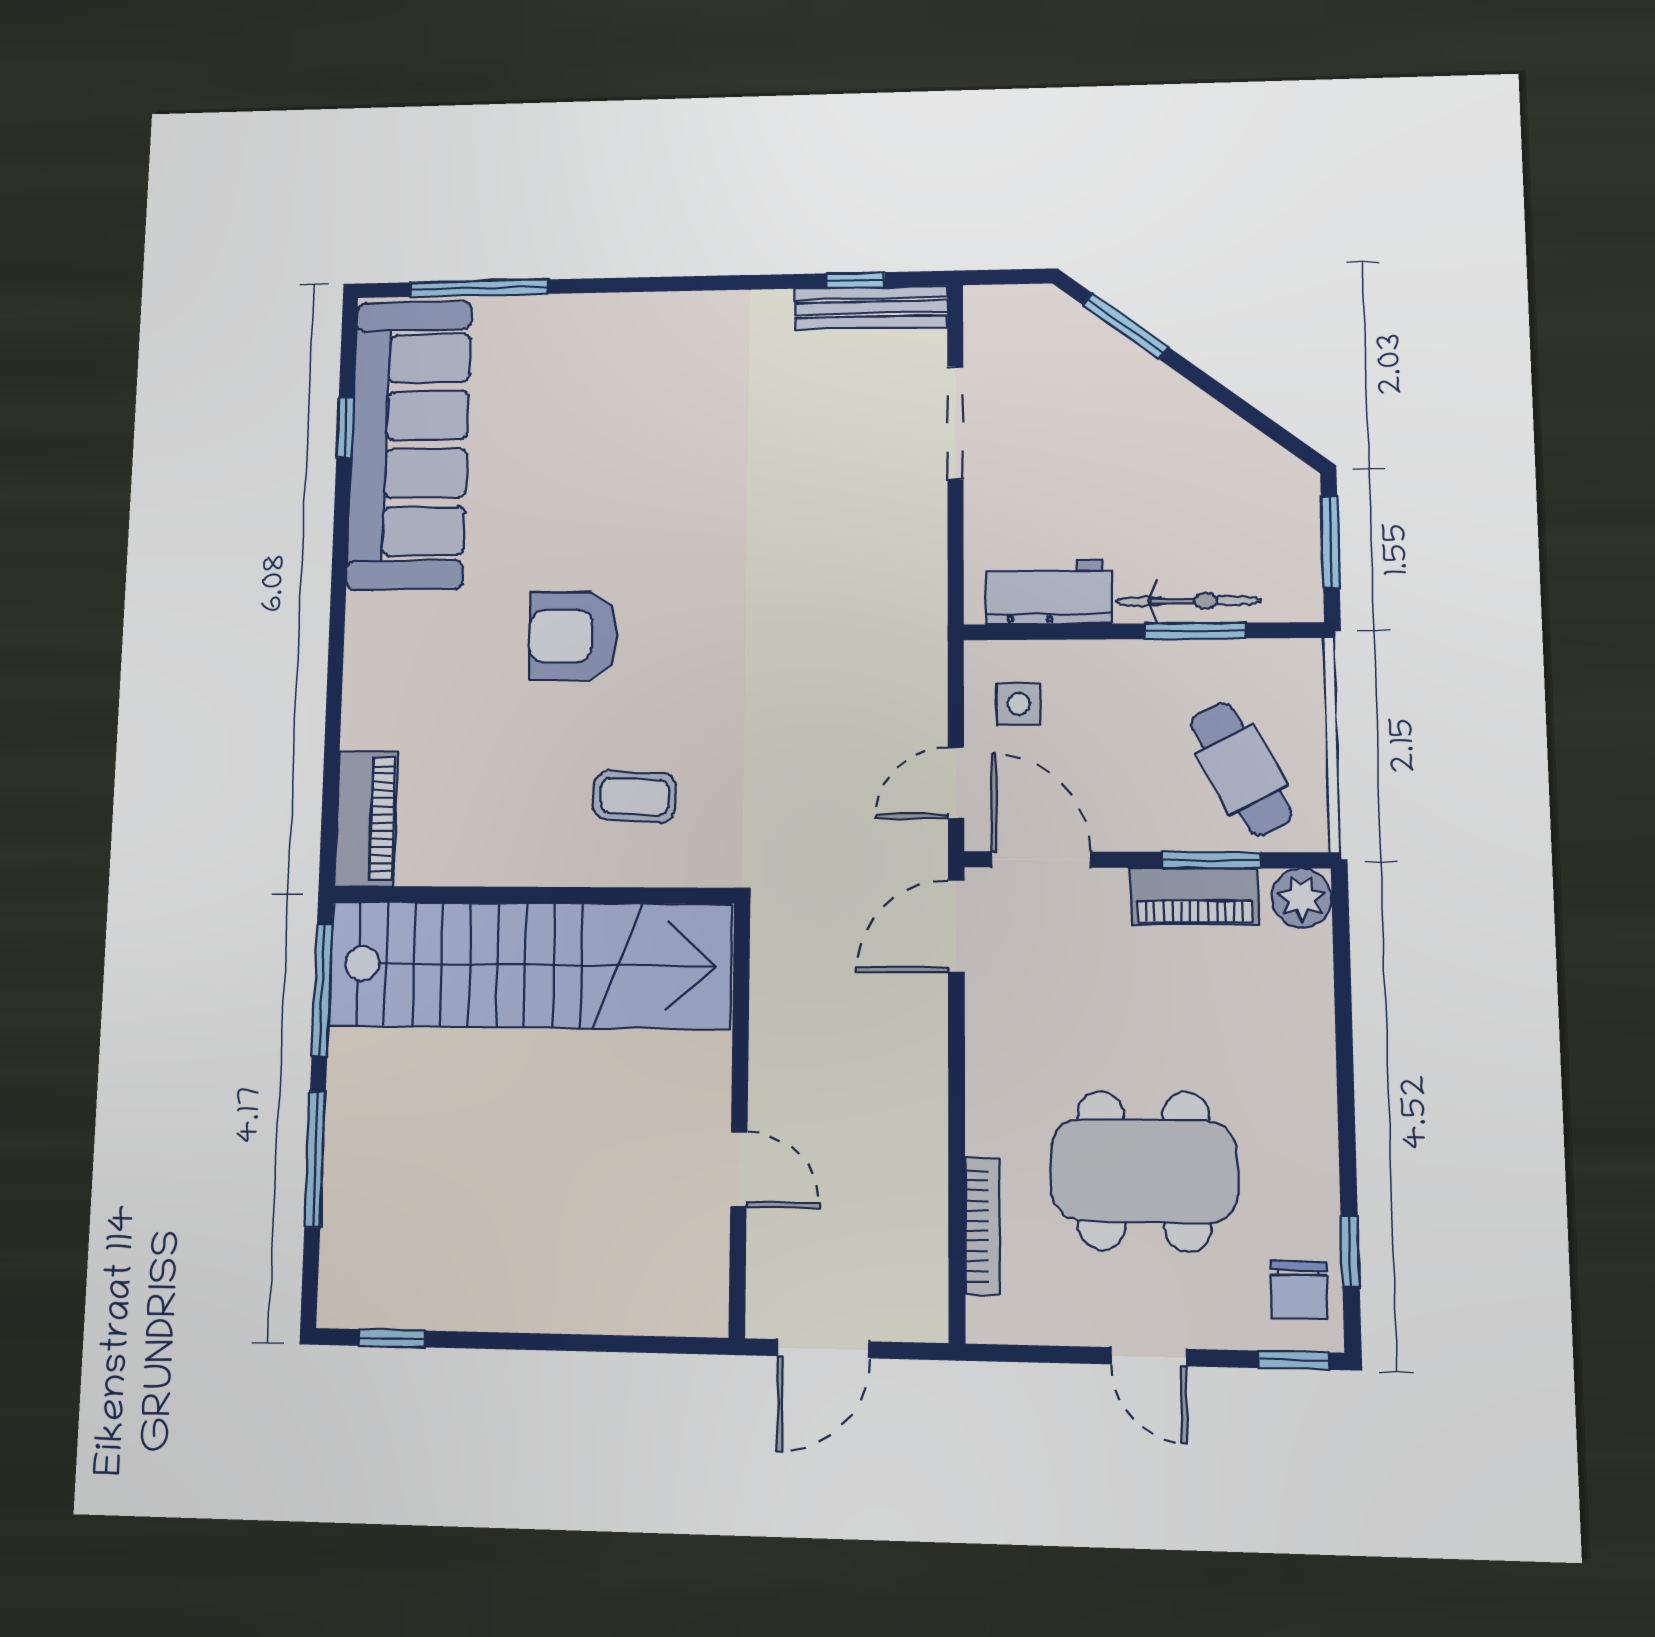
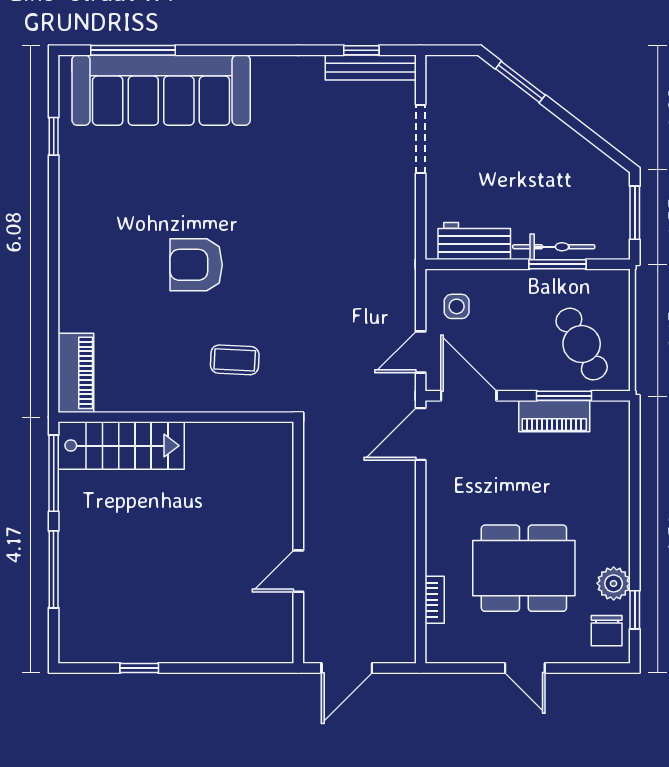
sofa: (409, 444) -> (161, 90), moved, turned 90
plant: (1302, 898) -> (614, 583), moved
stairs: (529, 965) -> (121, 446), width x0.54, depth x0.66
door: (739, 1169) -> (298, 571), swing flipped
bookcase: (982, 1226) -> (435, 600), width x0.64
window: (392, 1338) -> (139, 668), moved
window: (1294, 1360) -> (603, 668), removed

